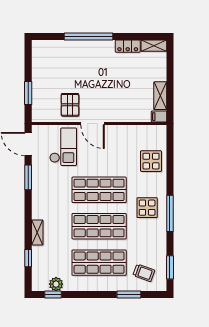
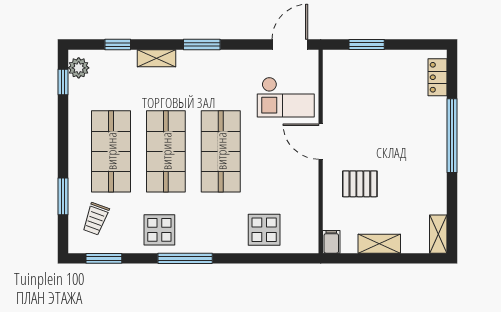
locker: (128, 46) -> (438, 77), moved
shelving: (160, 96) -> (379, 244), moved
pallet: (70, 105) -> (360, 184), moved
door: (92, 124) -> (321, 142), hinge flipped
window: (28, 177) -> (202, 44), moved
display table: (147, 208) -> (159, 230), moved
plant: (56, 284) -> (79, 68), moved

